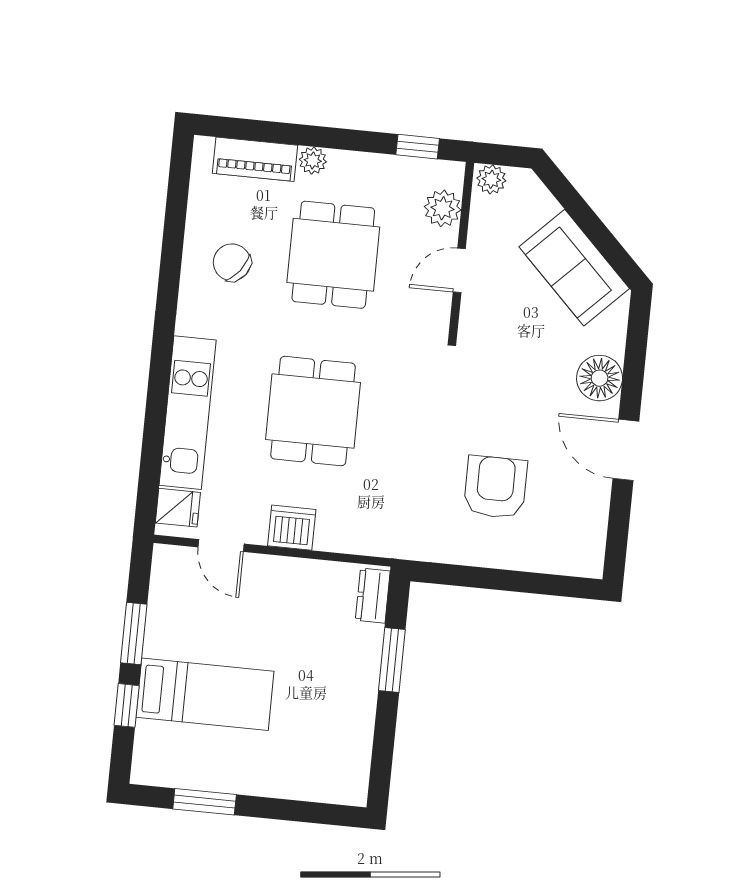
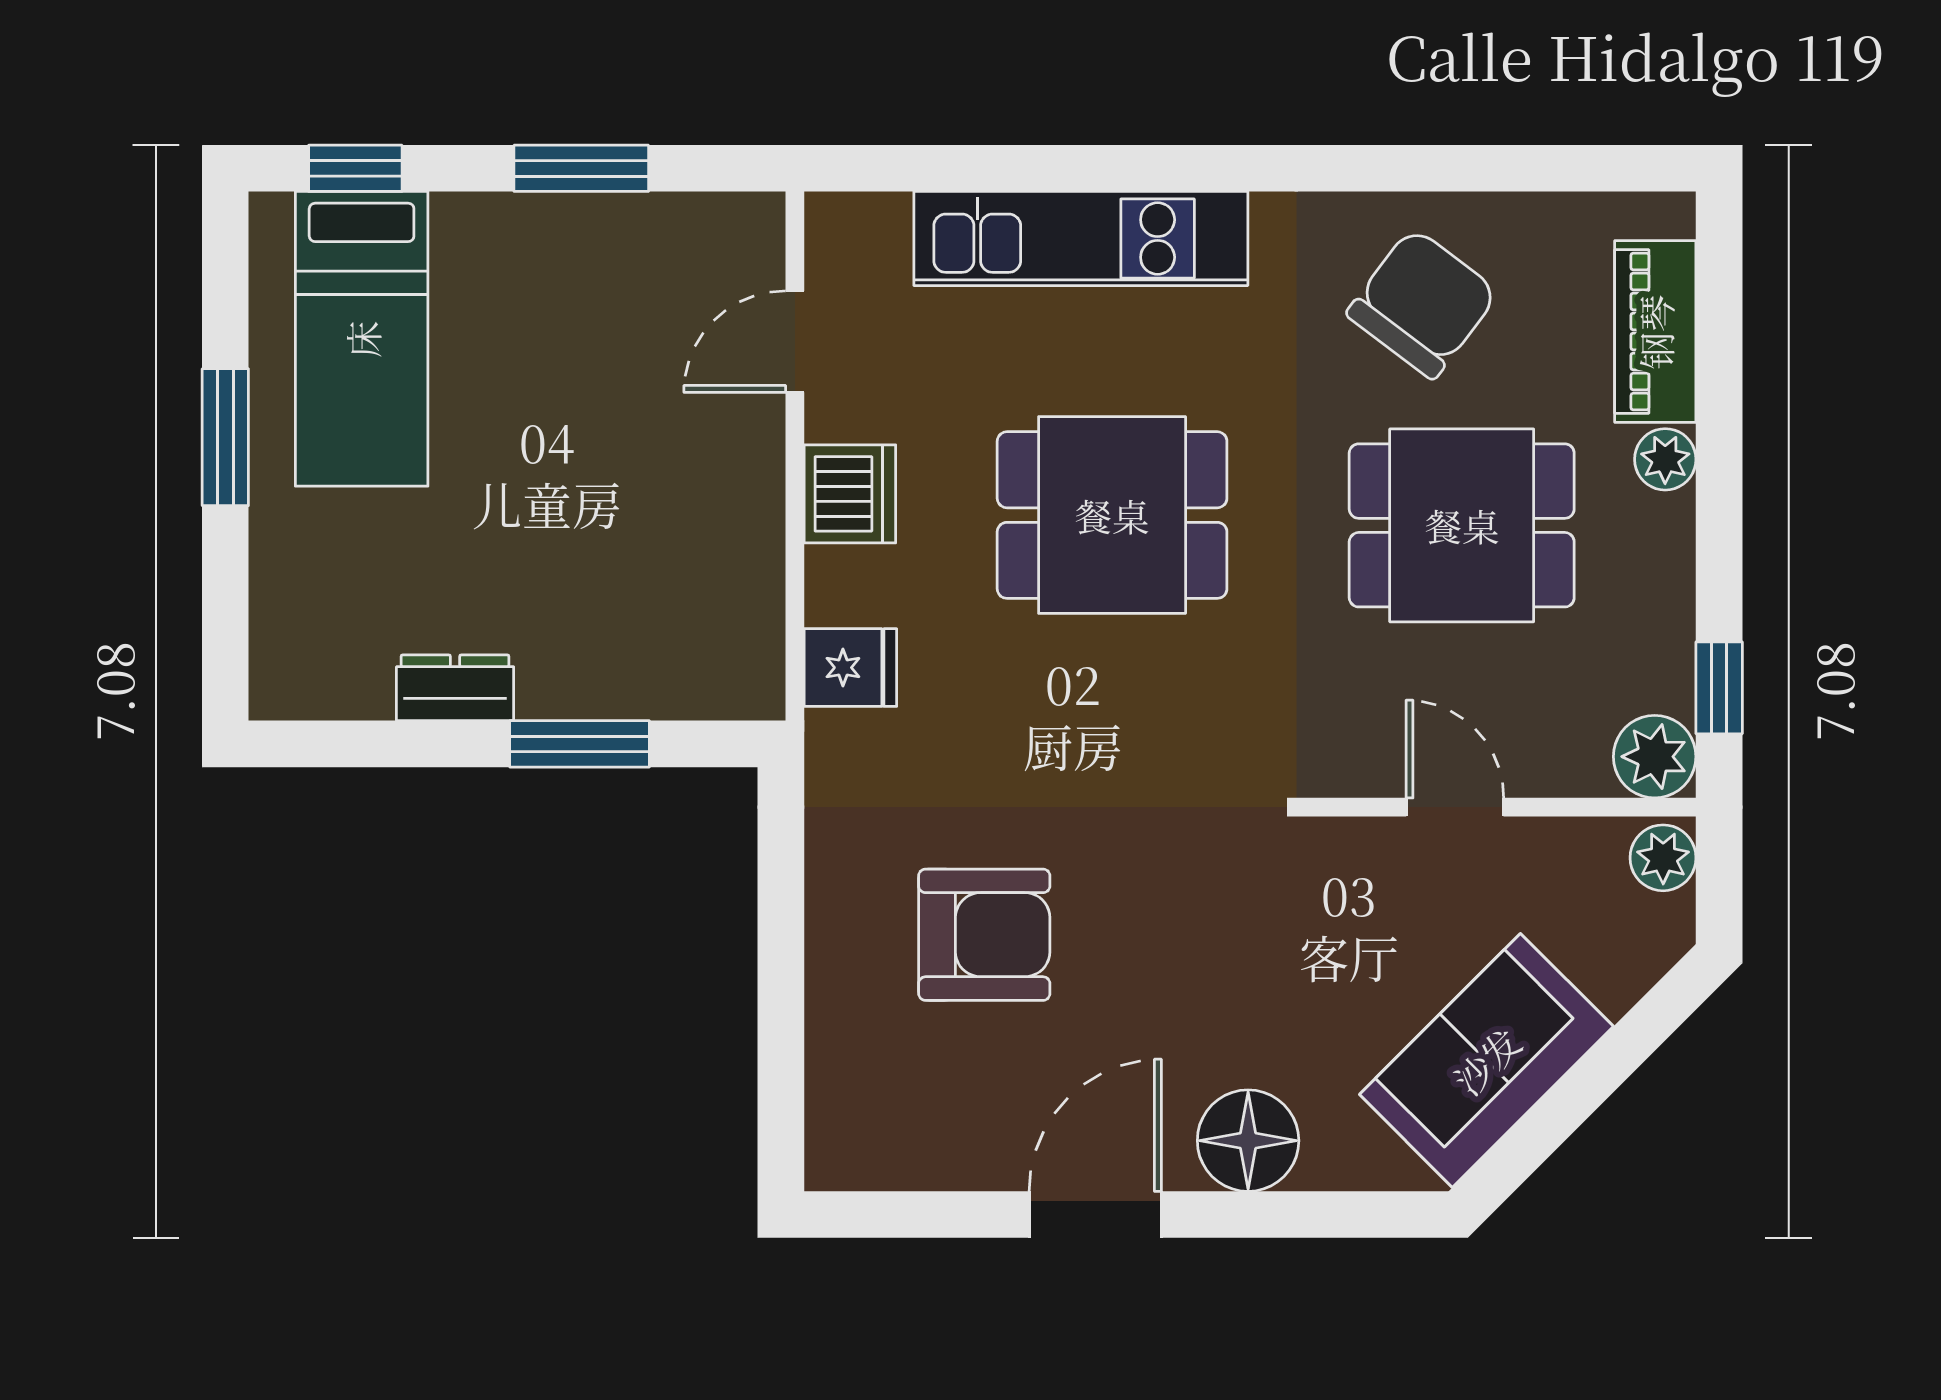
plant: (443, 208) -> (1655, 757), moved
chair: (232, 262) -> (1423, 303), width x1.37, depth x1.37
fridge: (178, 508) -> (850, 668), moved, turned -90
dresser: (373, 596) -> (455, 688), moved
bed: (205, 694) -> (362, 339), moved
window: (127, 705) -> (355, 168), moved
window: (205, 802) -> (225, 437), moved

